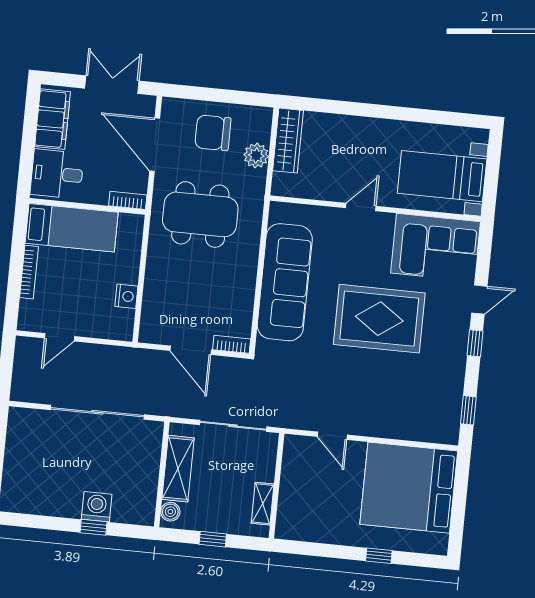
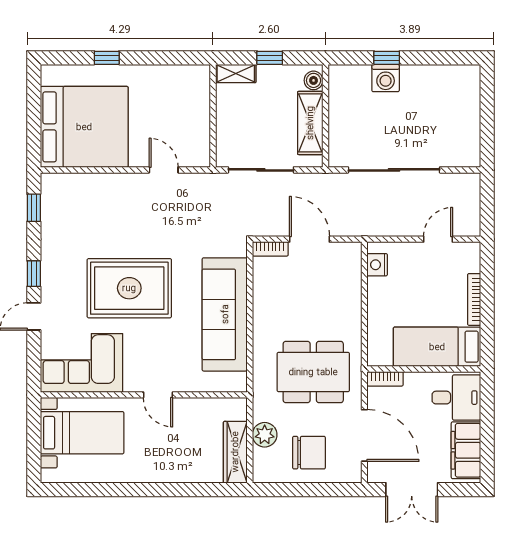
door: (361, 207) -> (158, 395), hinge flipped
nightstand: (126, 296) -> (377, 265), moved
shelving: (263, 504) -> (236, 73), moved, turned 90

